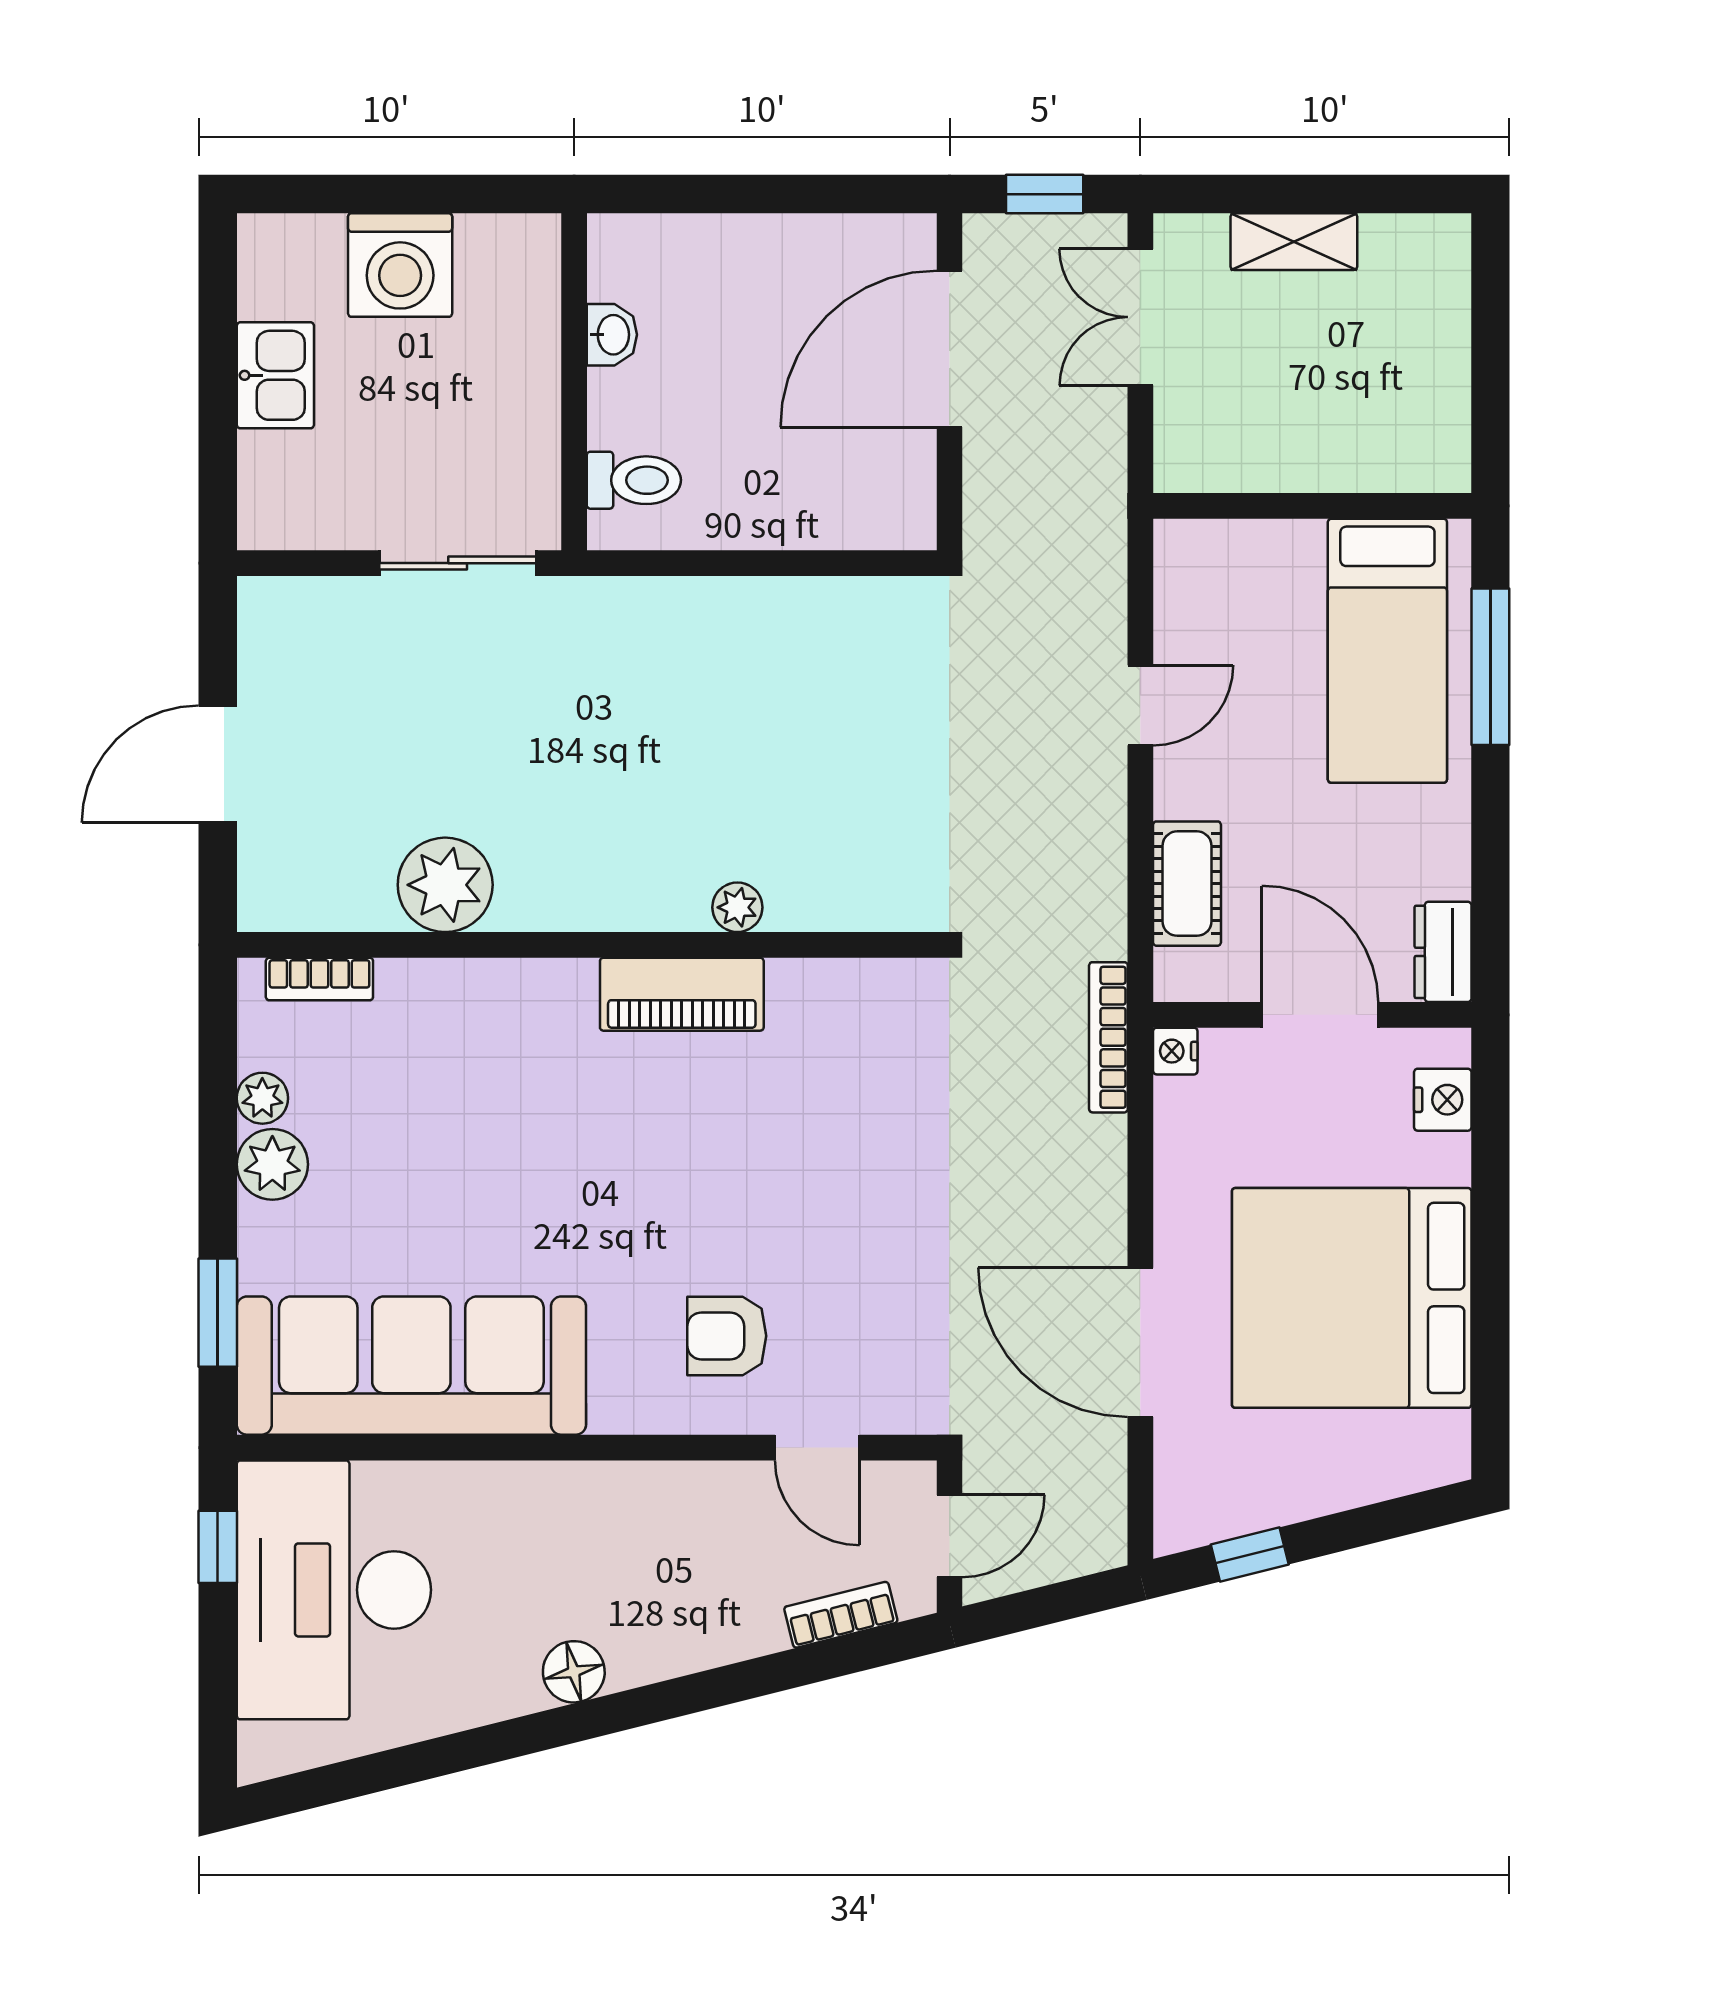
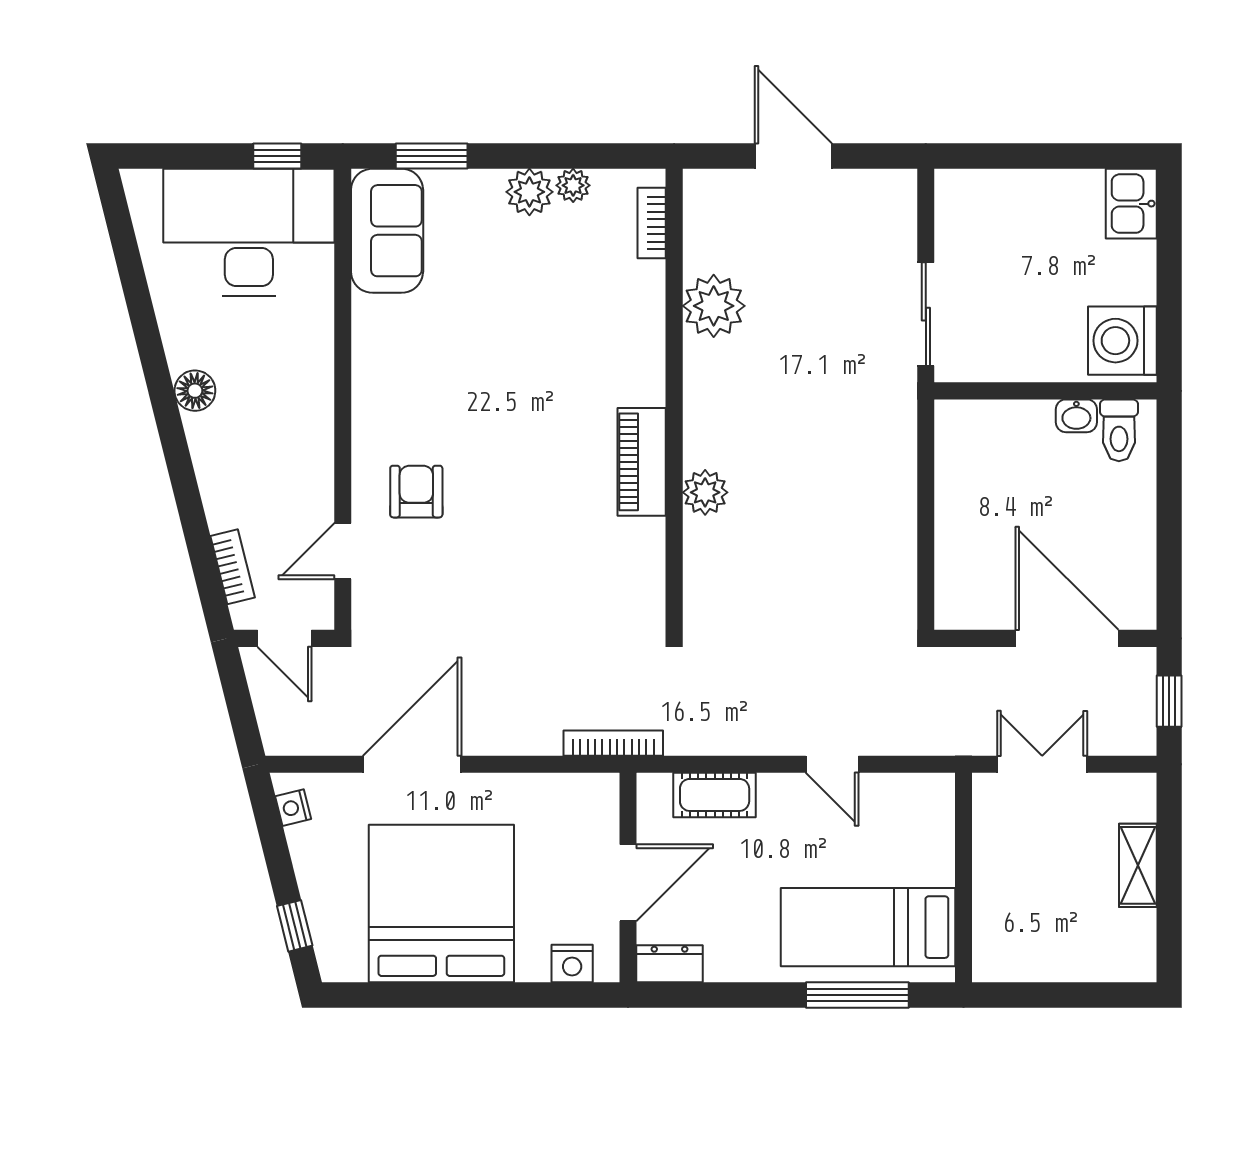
washing machine: (400, 265) -> (1122, 341), moved
double door: (1140, 317) -> (1042, 764), moved
kitchen sink: (275, 375) -> (1131, 204), moved, turned 90
toilet: (634, 480) -> (1119, 430), moved
plant: (737, 907) -> (705, 492), width x1.38, depth x1.38
nightstand: (1175, 1051) -> (293, 808), moved, turned -104
sofa: (411, 1366) -> (387, 231), width x0.54, depth x0.79
window: (1250, 1554) -> (295, 926), moved

